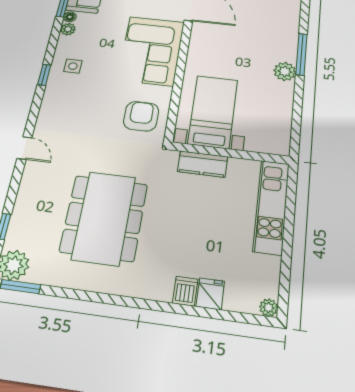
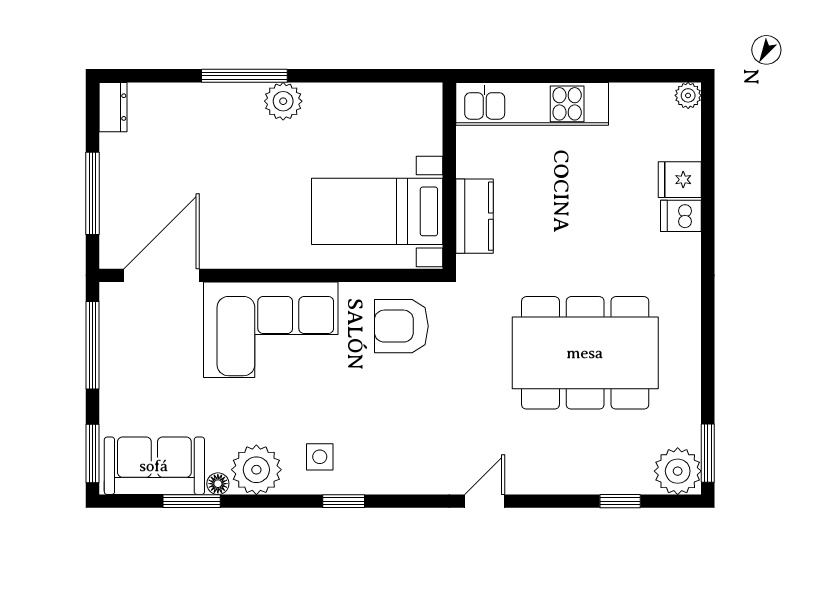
plant: (68, 29) -> (256, 470), width x1.87, depth x1.87

